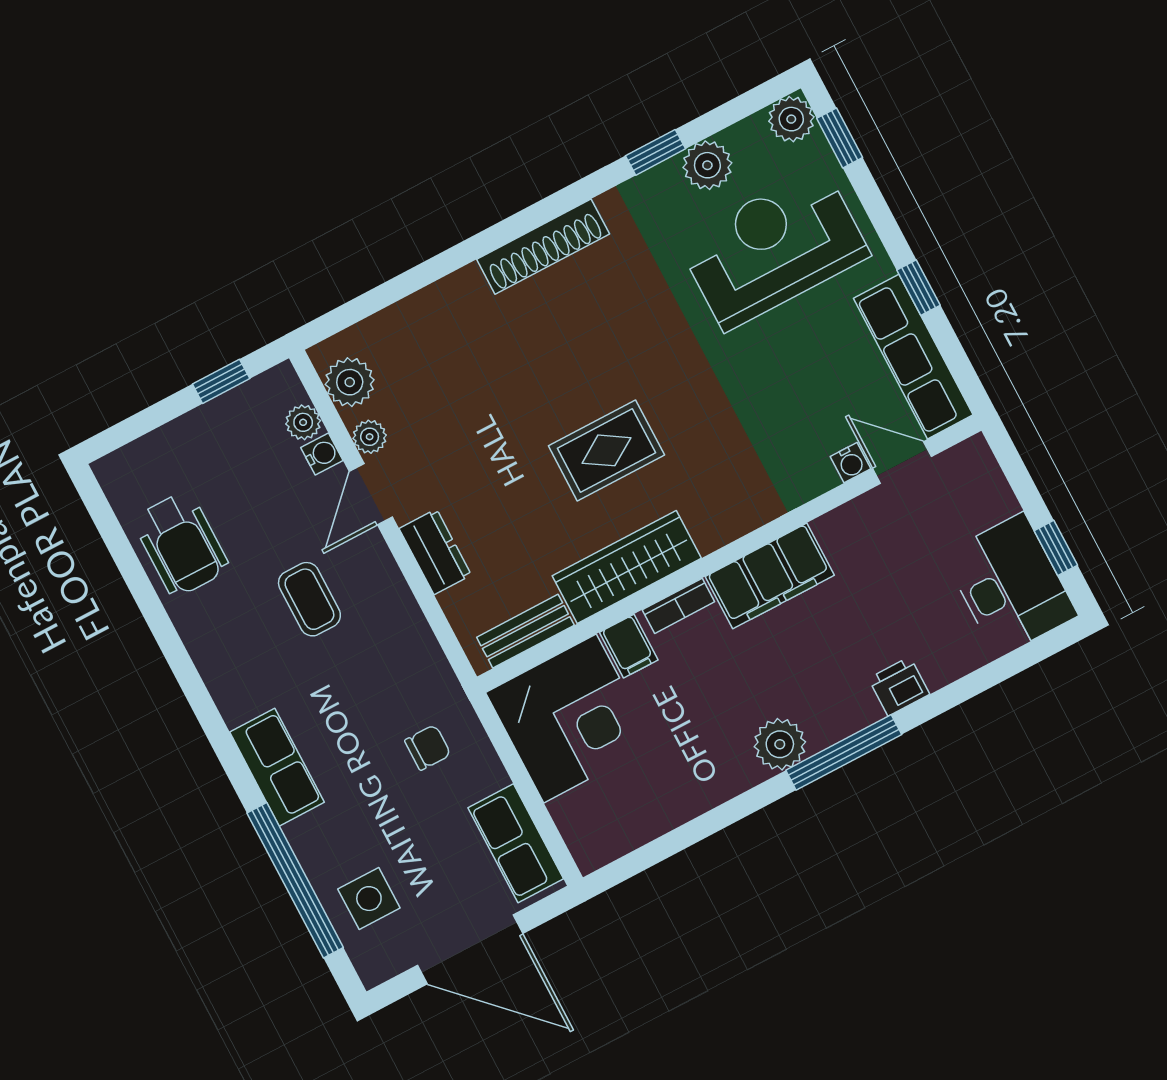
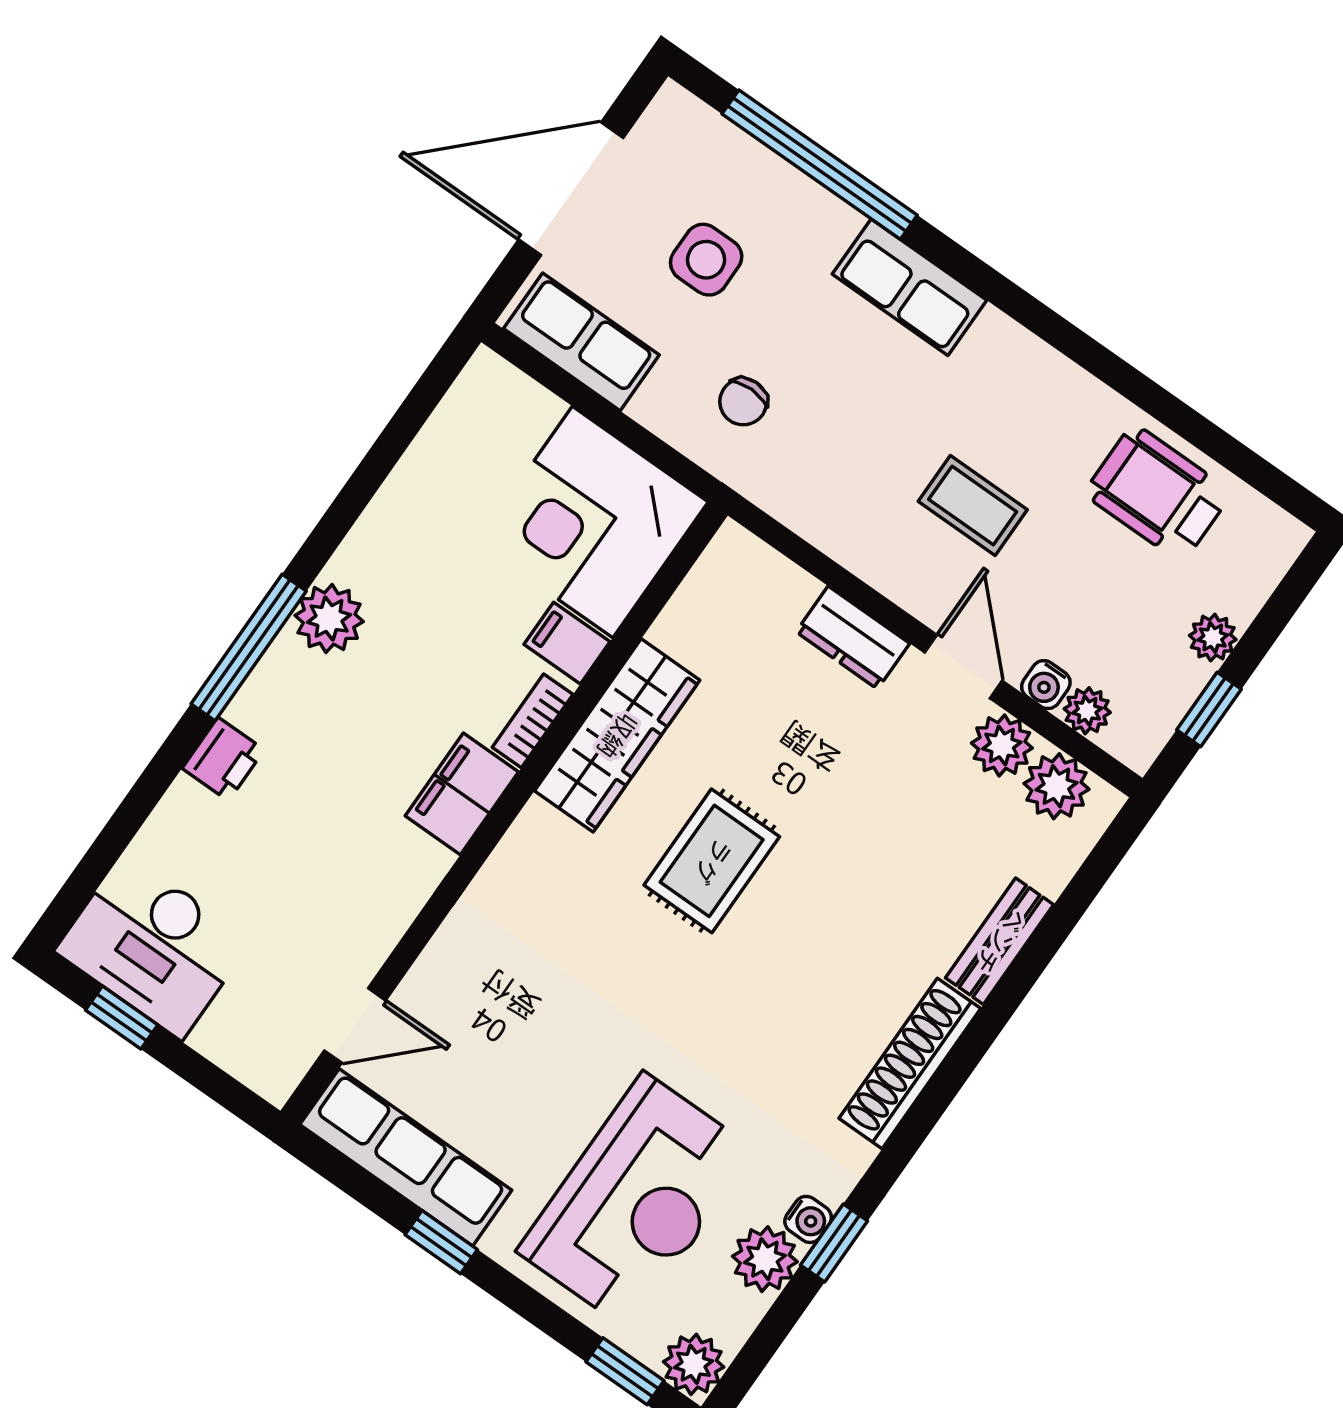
plant: (194, 428) -> (1213, 638), added
plant: (370, 437) -> (1002, 745), width x1.38, depth x1.38
water cooler: (850, 463) -> (808, 1219), moved, turned 180
filing cabinet: (770, 576) -> (462, 794), width x0.67, depth x0.86
bench: (525, 631) -> (1000, 941), moved
side table: (369, 899) -> (706, 260), moved

